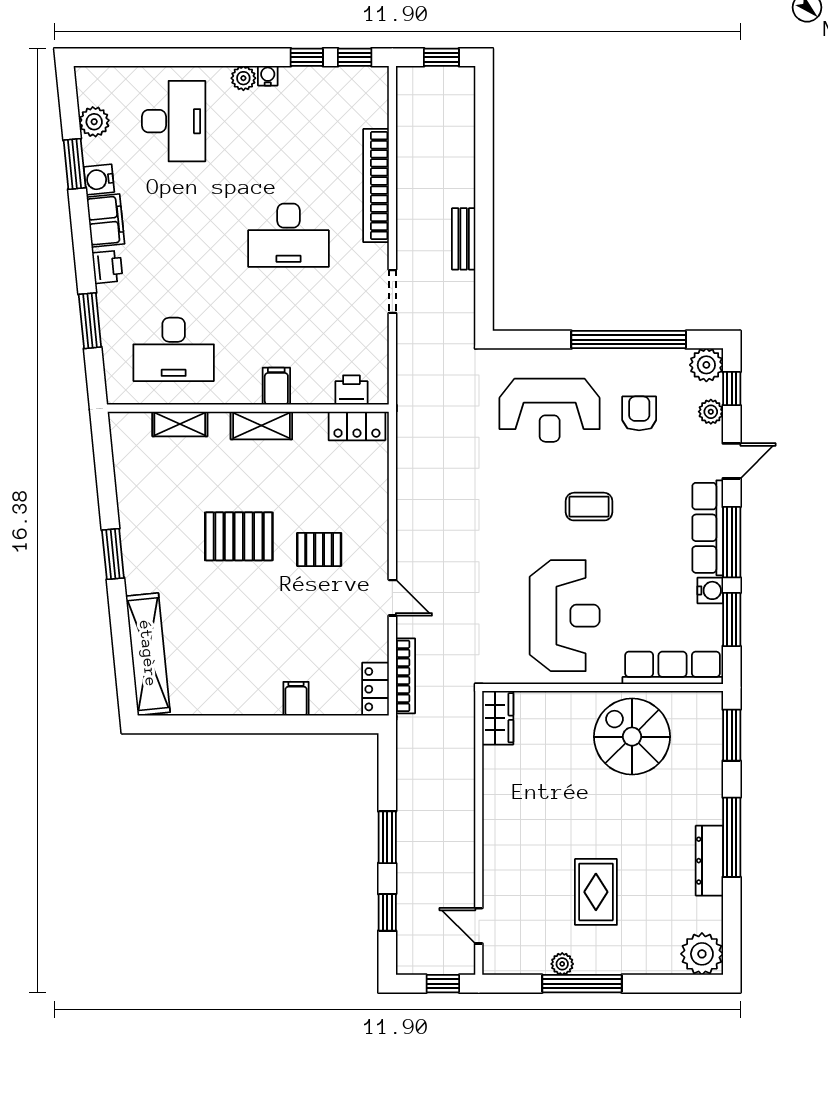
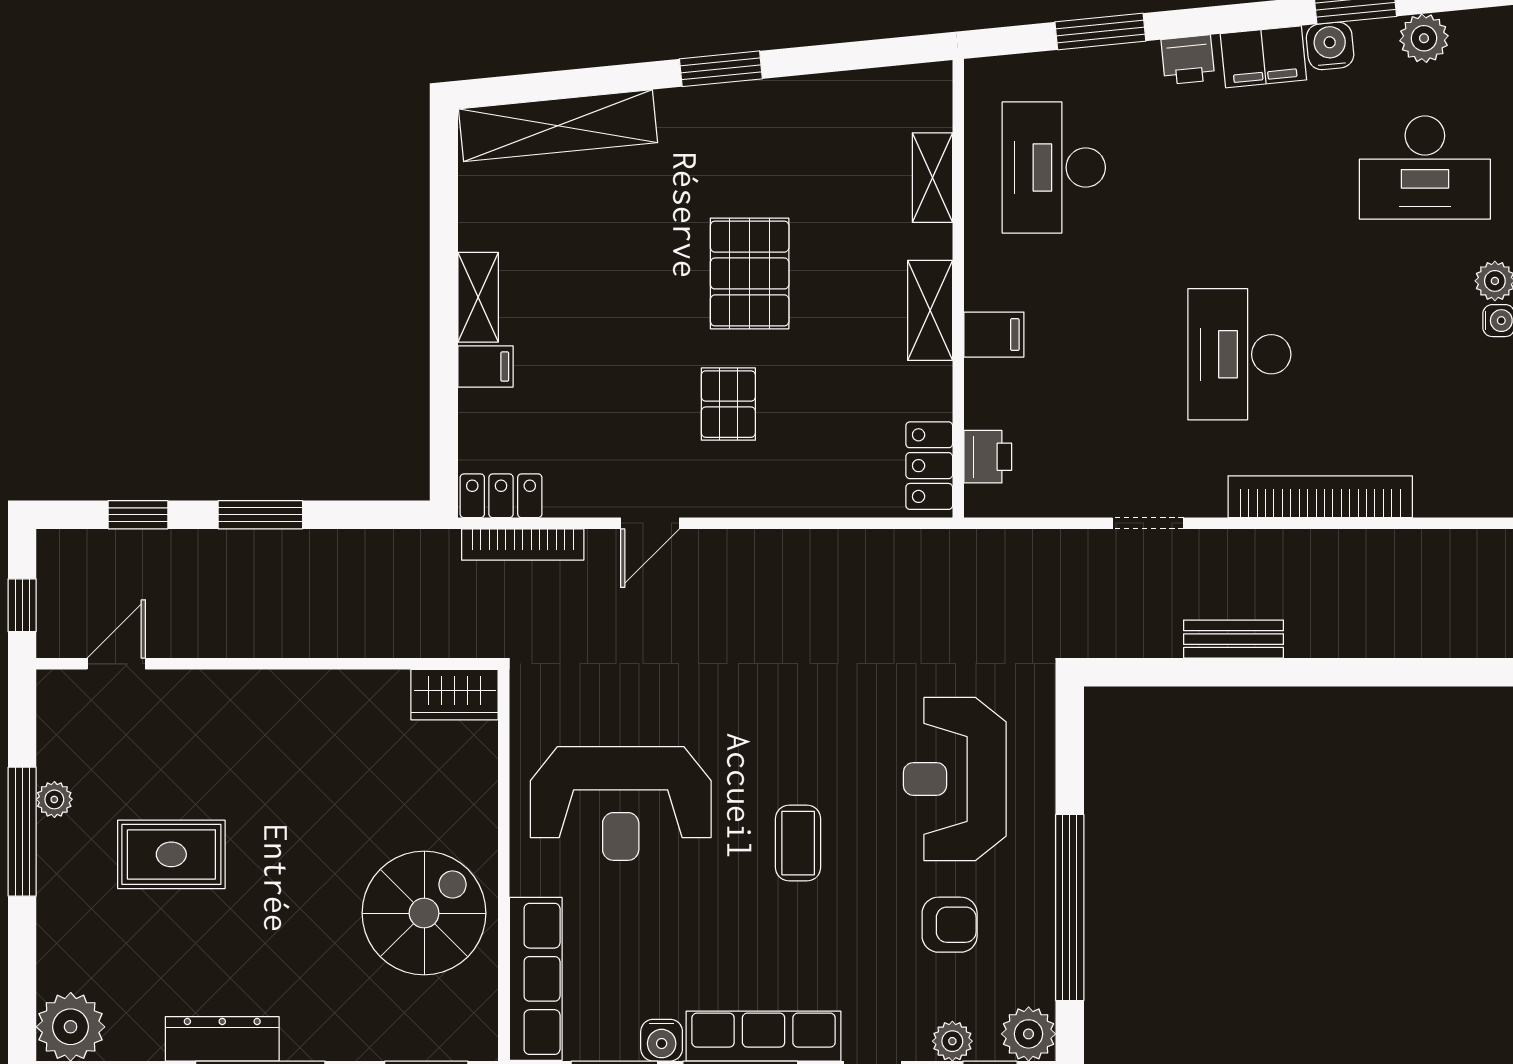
shelving: (253, 703) -> (478, 297), added

